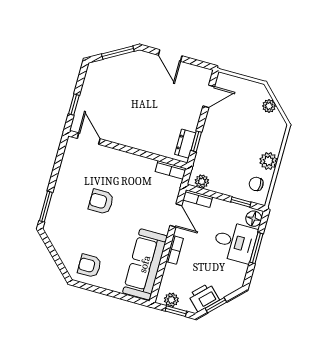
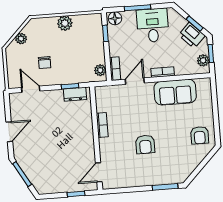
bookcase: (171, 170) -> (102, 125), moved
chair: (256, 184) -> (45, 63), moved
desk: (235, 242) -> (153, 25), moved
sofa: (145, 264) -> (175, 92), width x0.73

